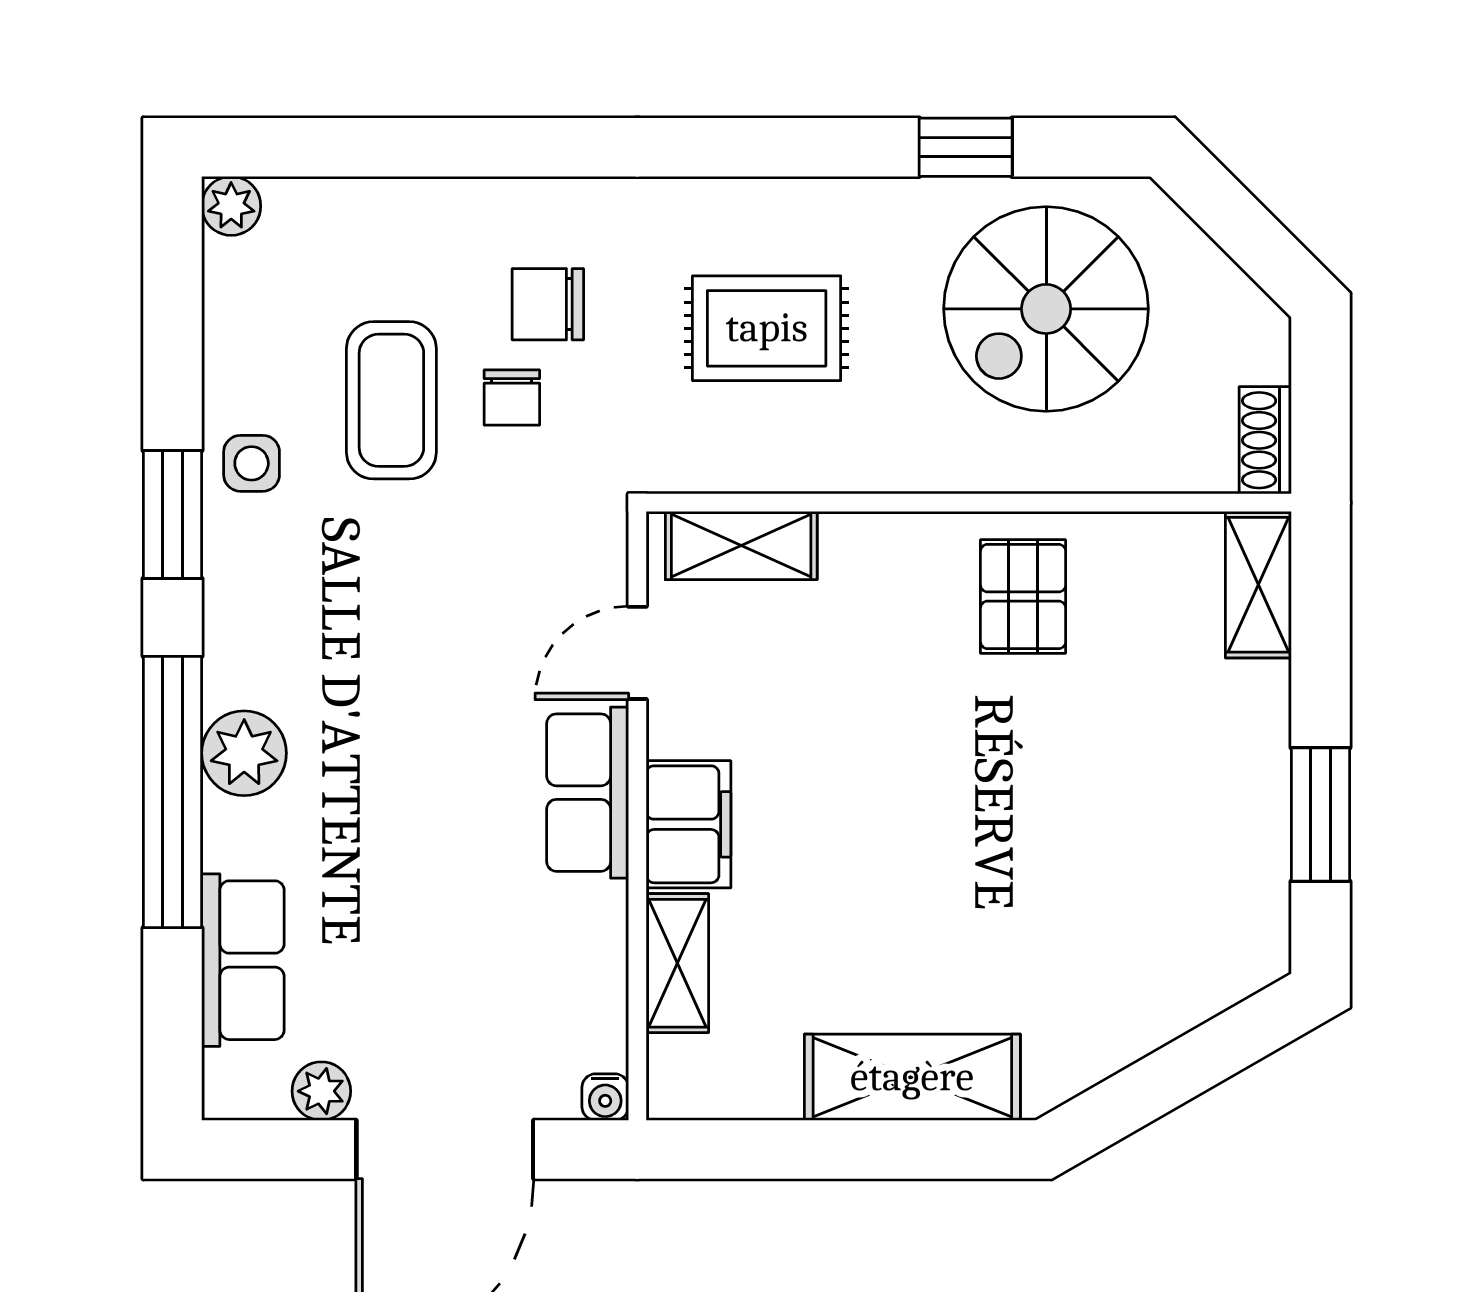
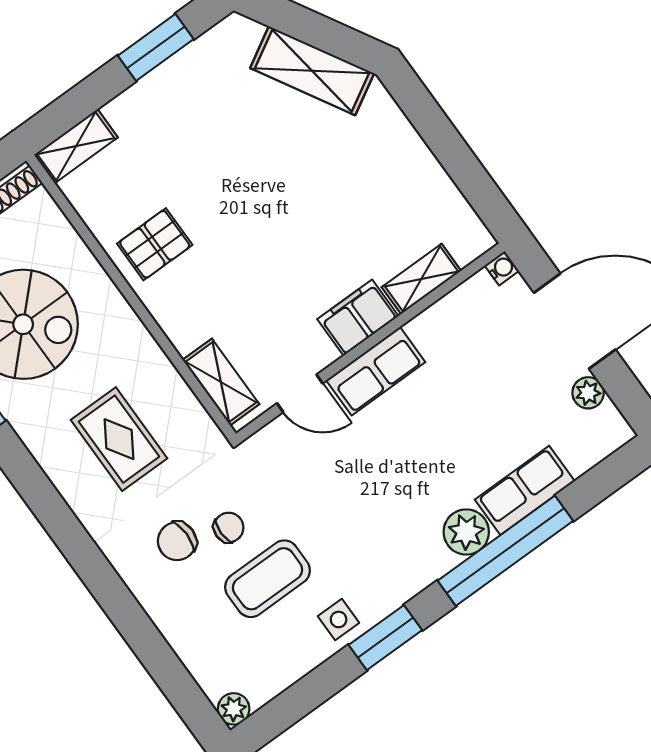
chair: (548, 304) -> (177, 541), turned 90
row of seats: (243, 960) -> (525, 490), moved
shelving: (912, 1077) -> (312, 71), moved, turned -30

